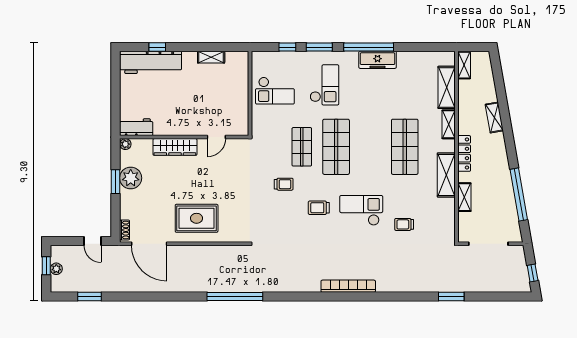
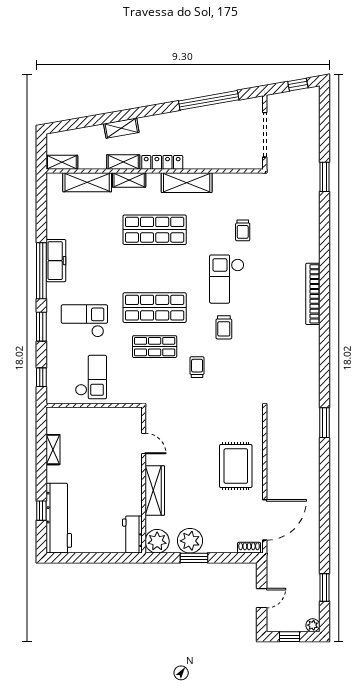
window: (287, 47) -> (41, 377), moved
plant: (125, 144) -> (157, 541), width x1.87, depth x1.87
shelving: (464, 197) -> (123, 162), moved
door: (93, 241) -> (262, 598), moved
plant: (56, 269) -> (313, 625), moved
window: (235, 296) -> (325, 423), width x0.47

